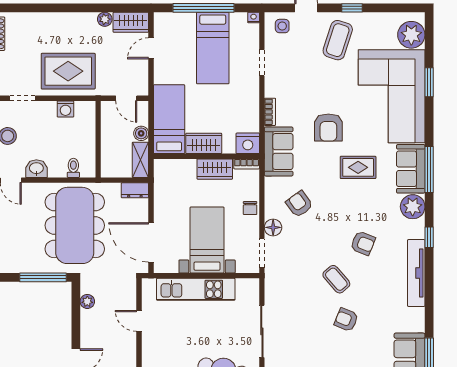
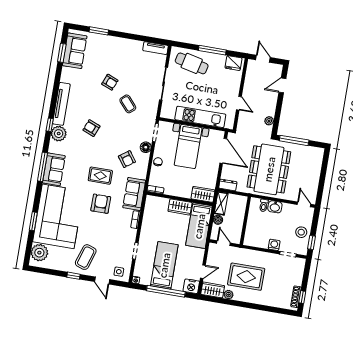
rug: (68, 71) -> (246, 277), moved
washing machine: (65, 109) -> (274, 245), moved
nightstand: (248, 143) -> (191, 286), moved, turned 180
rug: (358, 167) -> (100, 176), moved
washbasin: (36, 169) -> (275, 207), moved
wardrobe: (215, 169) -> (203, 194), moved
plant: (413, 207) -> (59, 134), moved
coffee table: (336, 279) -> (128, 104), moved

